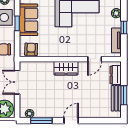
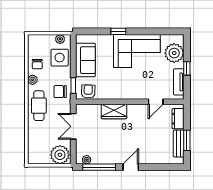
plant: (116, 13) -> (174, 53), width x1.88, depth x1.88
window: (17, 23) -> (73, 85), moved
wardrobe: (66, 68) -> (114, 111), moved
window: (41, 121) -> (99, 167), width x1.44

